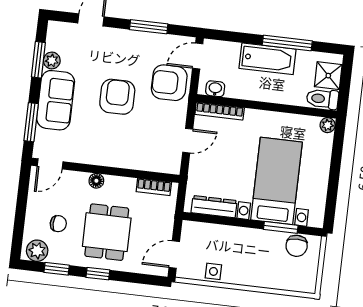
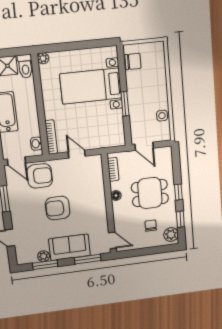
armchair: (169, 83) -> (40, 176), turned -90
floor lamp: (96, 181) -> (116, 196), moved
dresser: (214, 207) -> (118, 125), removed
window: (281, 227) -> (125, 104), moved
door: (174, 254) -> (144, 146), moved

